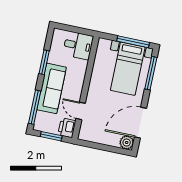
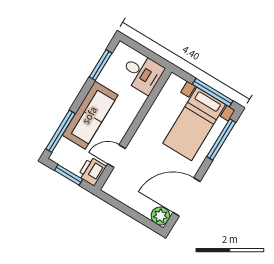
window: (44, 62) -> (101, 65), moved
door: (81, 111) -> (117, 156), hinge flipped

